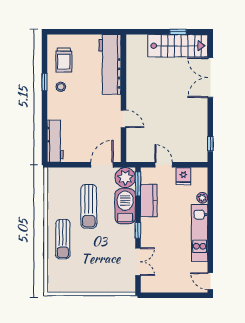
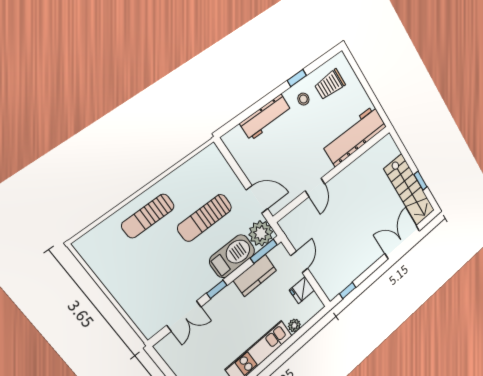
workbench: (55, 141) -> (266, 117), moved

